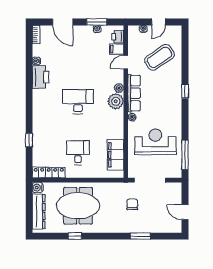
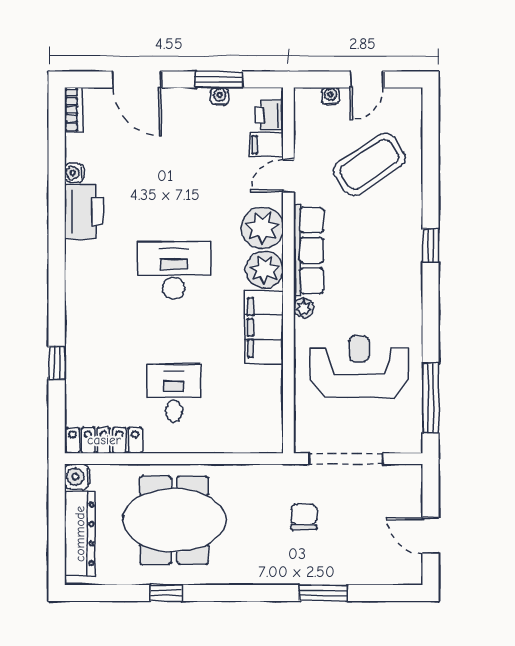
plant: (119, 88) -> (262, 228), width x1.87, depth x1.87
filing cabinet: (115, 155) -> (264, 328), moved

